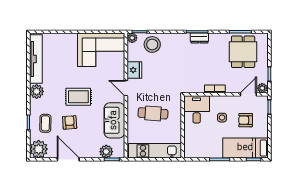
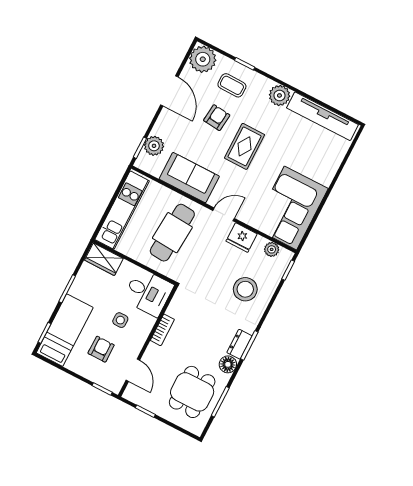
plant: (132, 38) -> (272, 249), moved
floor lamp: (215, 39) -> (228, 364), added
stool: (152, 44) -> (245, 289), moved
dining table: (243, 52) -> (192, 392), turned 90
plant: (262, 88) -> (132, 392), removed
cafe table: (153, 113) -> (172, 233), width x1.37, depth x1.35
armchair: (70, 122) -> (217, 118), turned -80
wardrobe: (190, 146) -> (104, 259), added
door: (68, 159) -> (169, 91), hinge flipped

